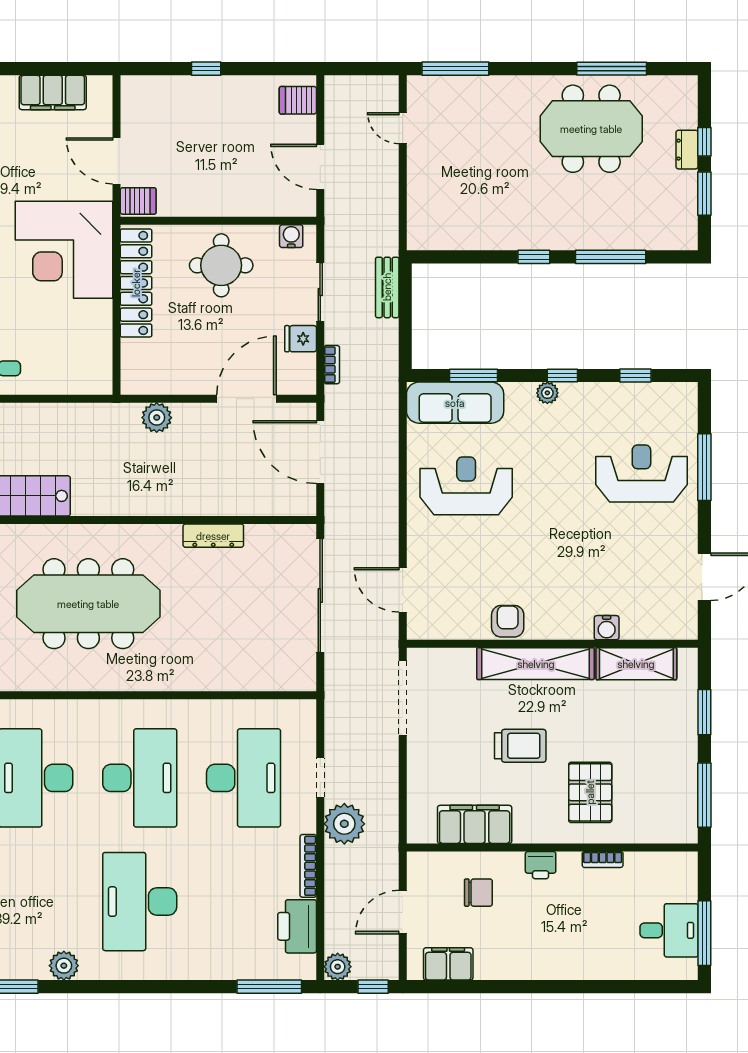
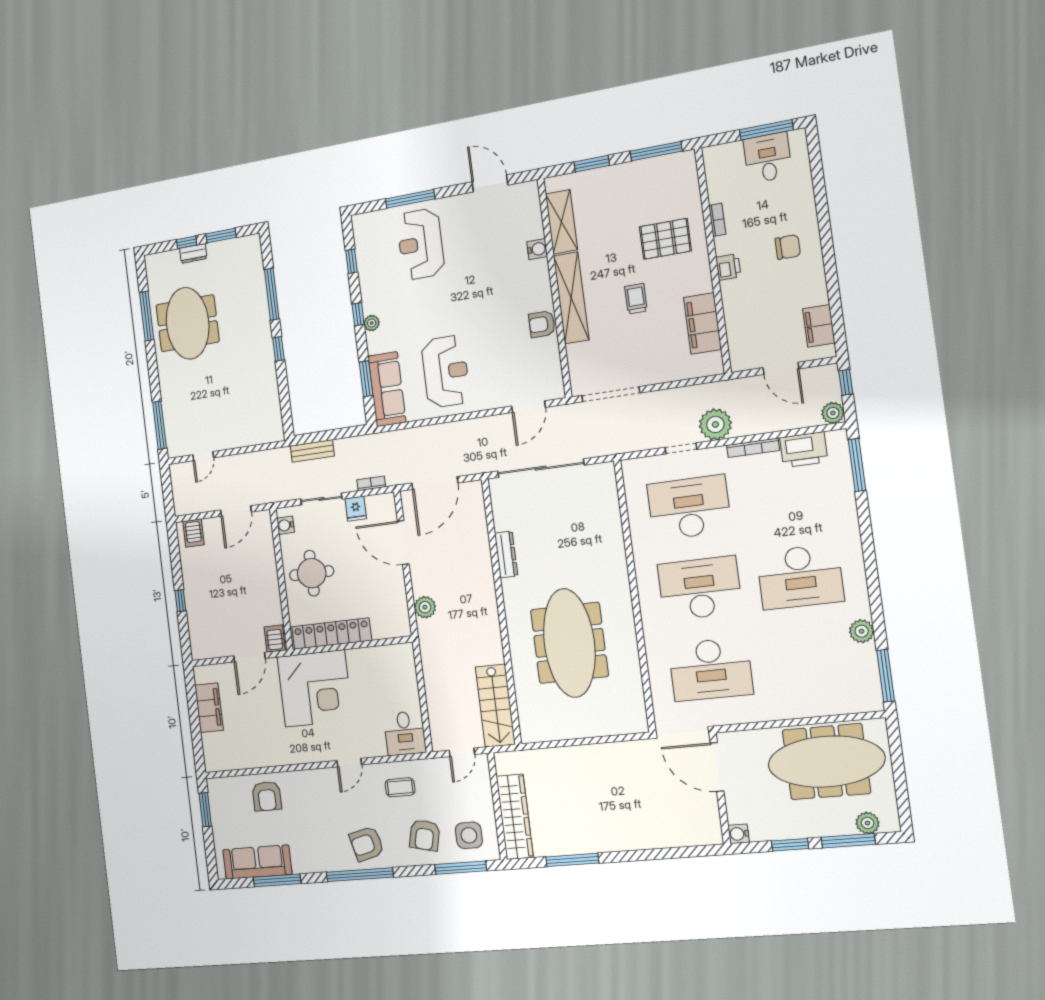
reception desk: (466, 486) -> (446, 371), turned 180
trolley: (520, 746) -> (636, 299), width x0.73, depth x0.72
chair: (478, 893) -> (788, 247), moved, turned 90

